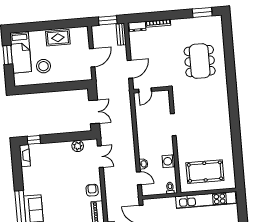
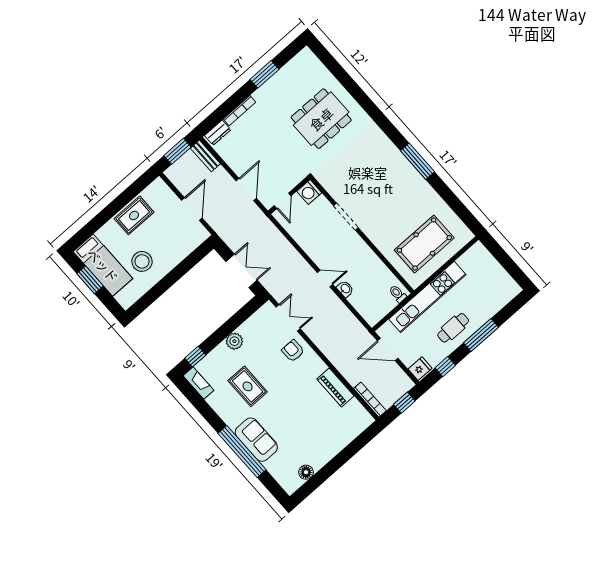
window: (202, 12) -> (265, 74), moved
dining table: (200, 61) -> (321, 119), turned 90
window: (235, 124) -> (417, 161), added
plant: (78, 146) -> (234, 341), moved
washing machine: (169, 161) -> (309, 192), moved
rug: (50, 177) -> (248, 386), added
door: (139, 178) -> (325, 279), moved
armchair: (92, 190) -> (293, 351), moved
kitchen unit: (206, 200) -> (427, 297), moved

